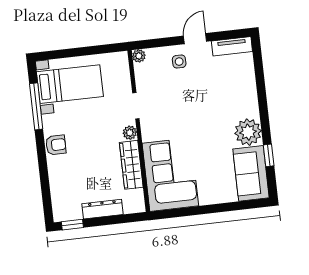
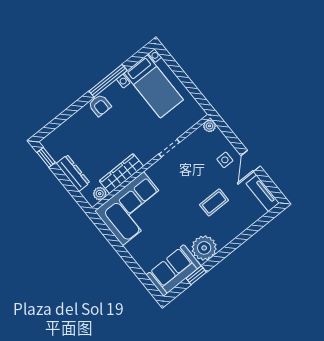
door: (195, 39) -> (251, 161), swing flipped
coffee table: (212, 96) -> (214, 202), added
window: (36, 106) -> (108, 81), moved
plant: (130, 133) -> (100, 194), moved

